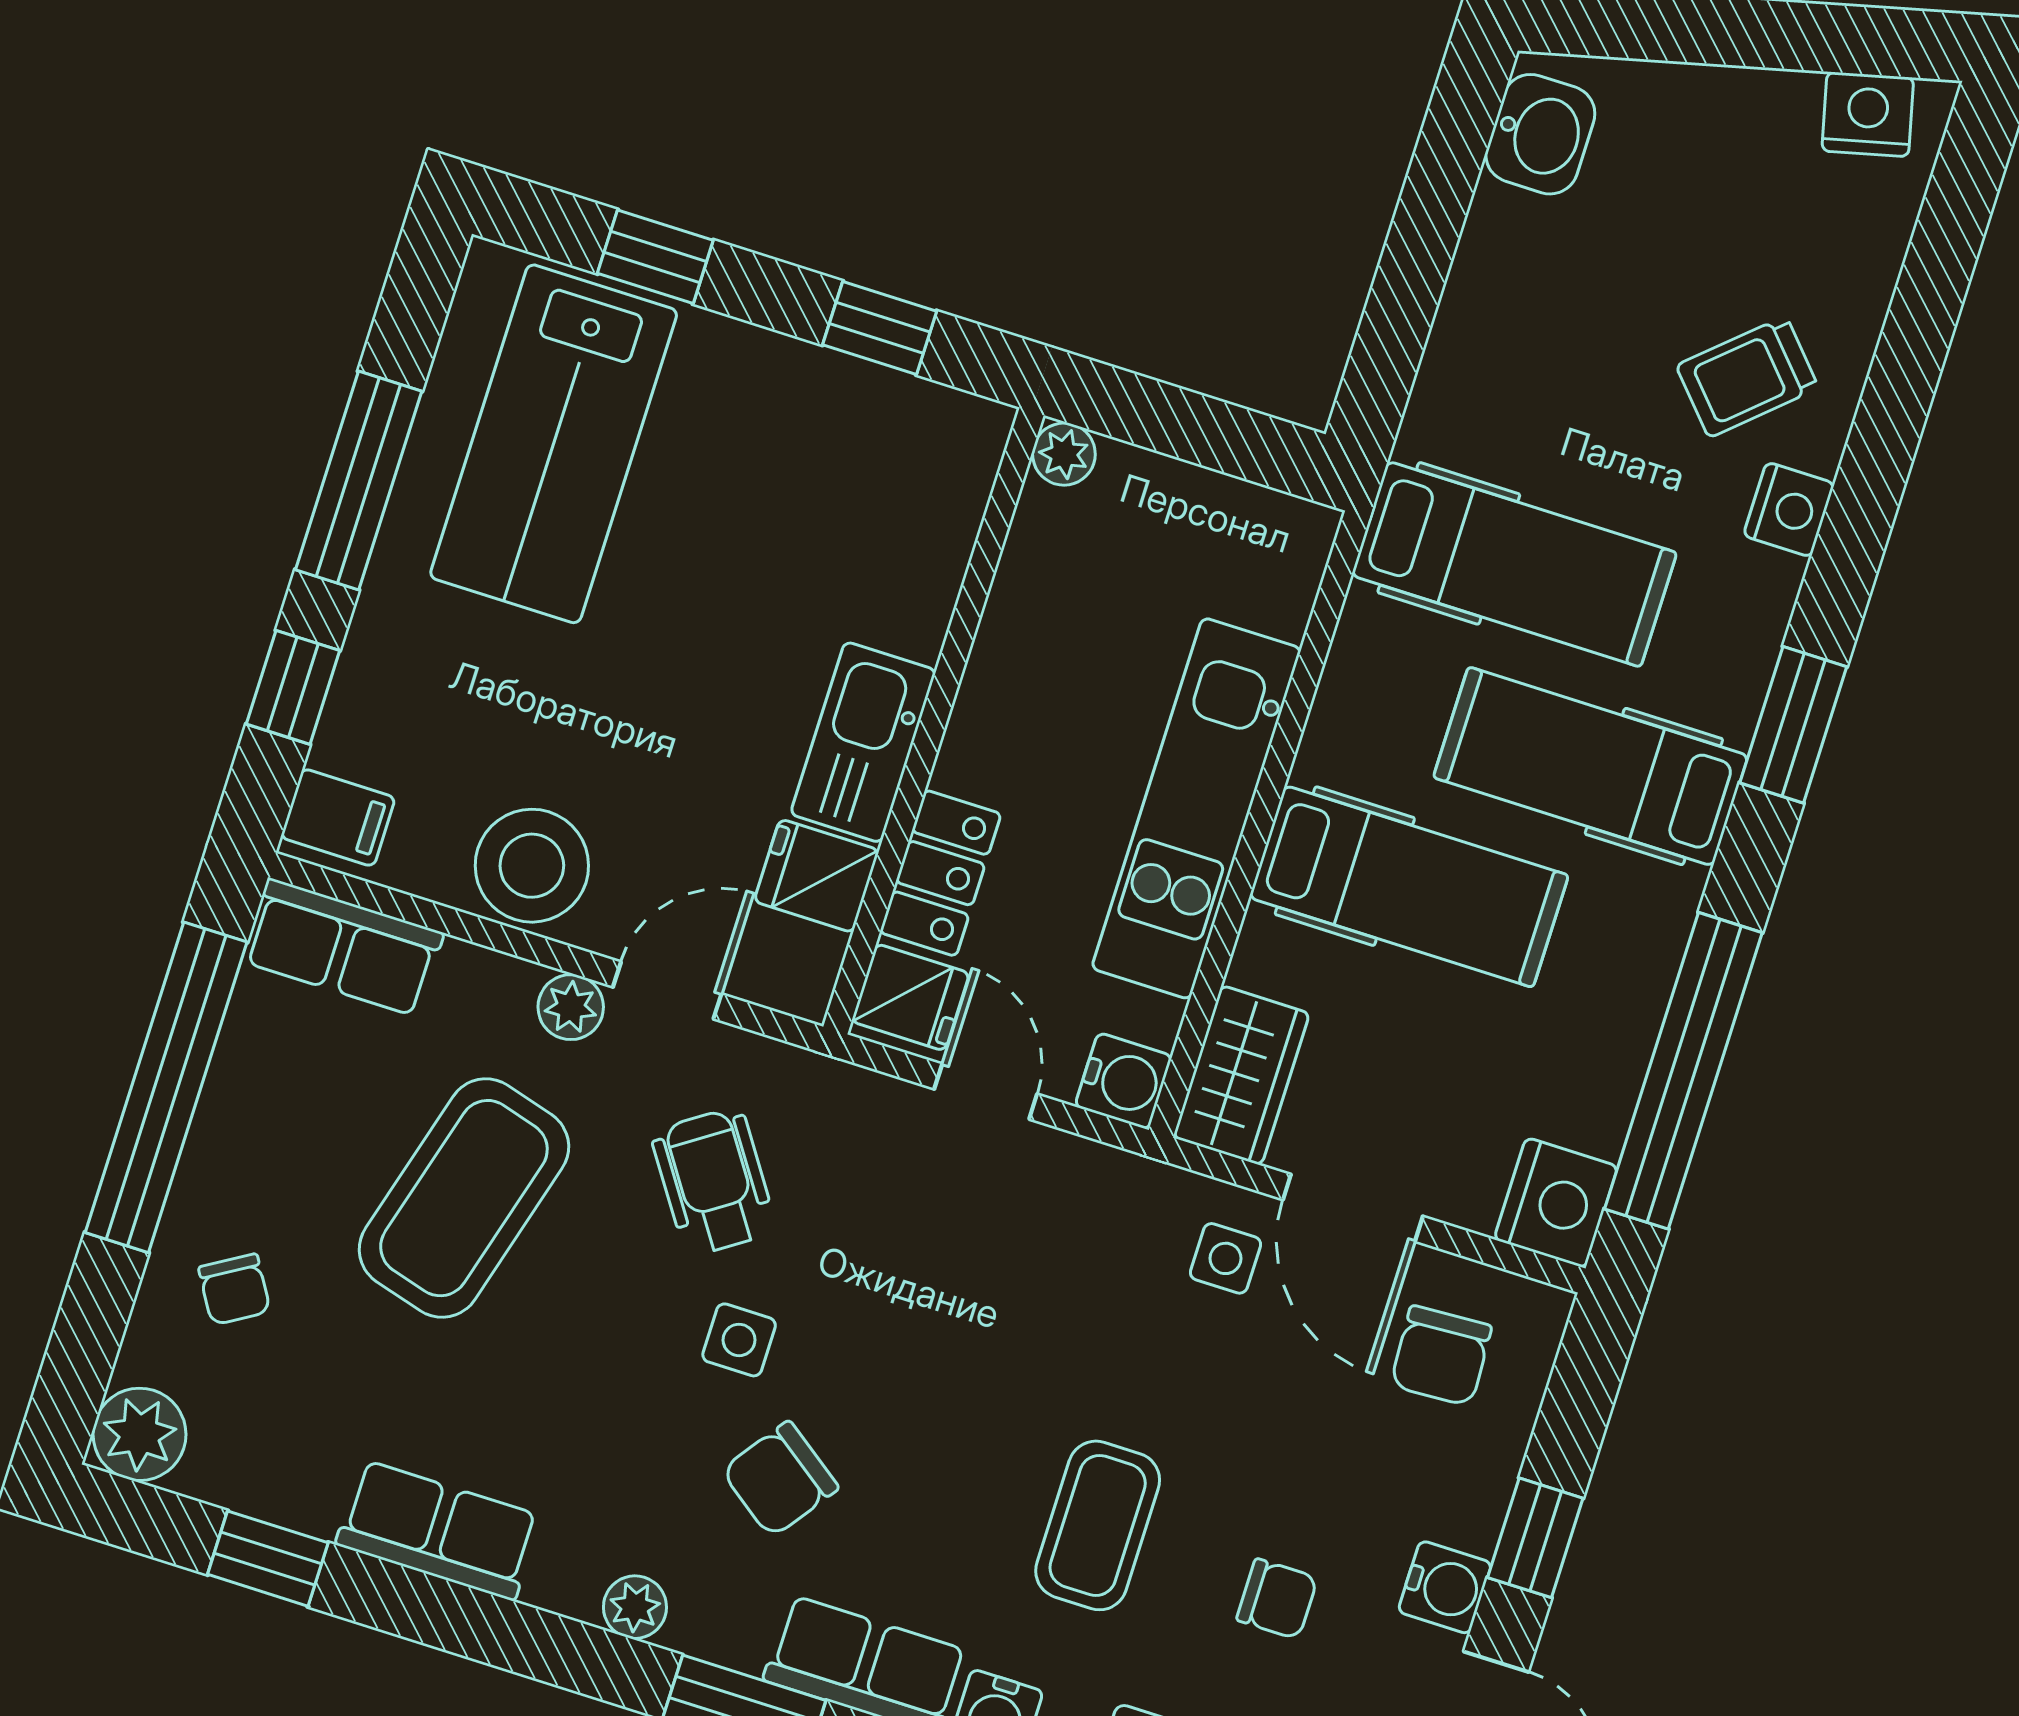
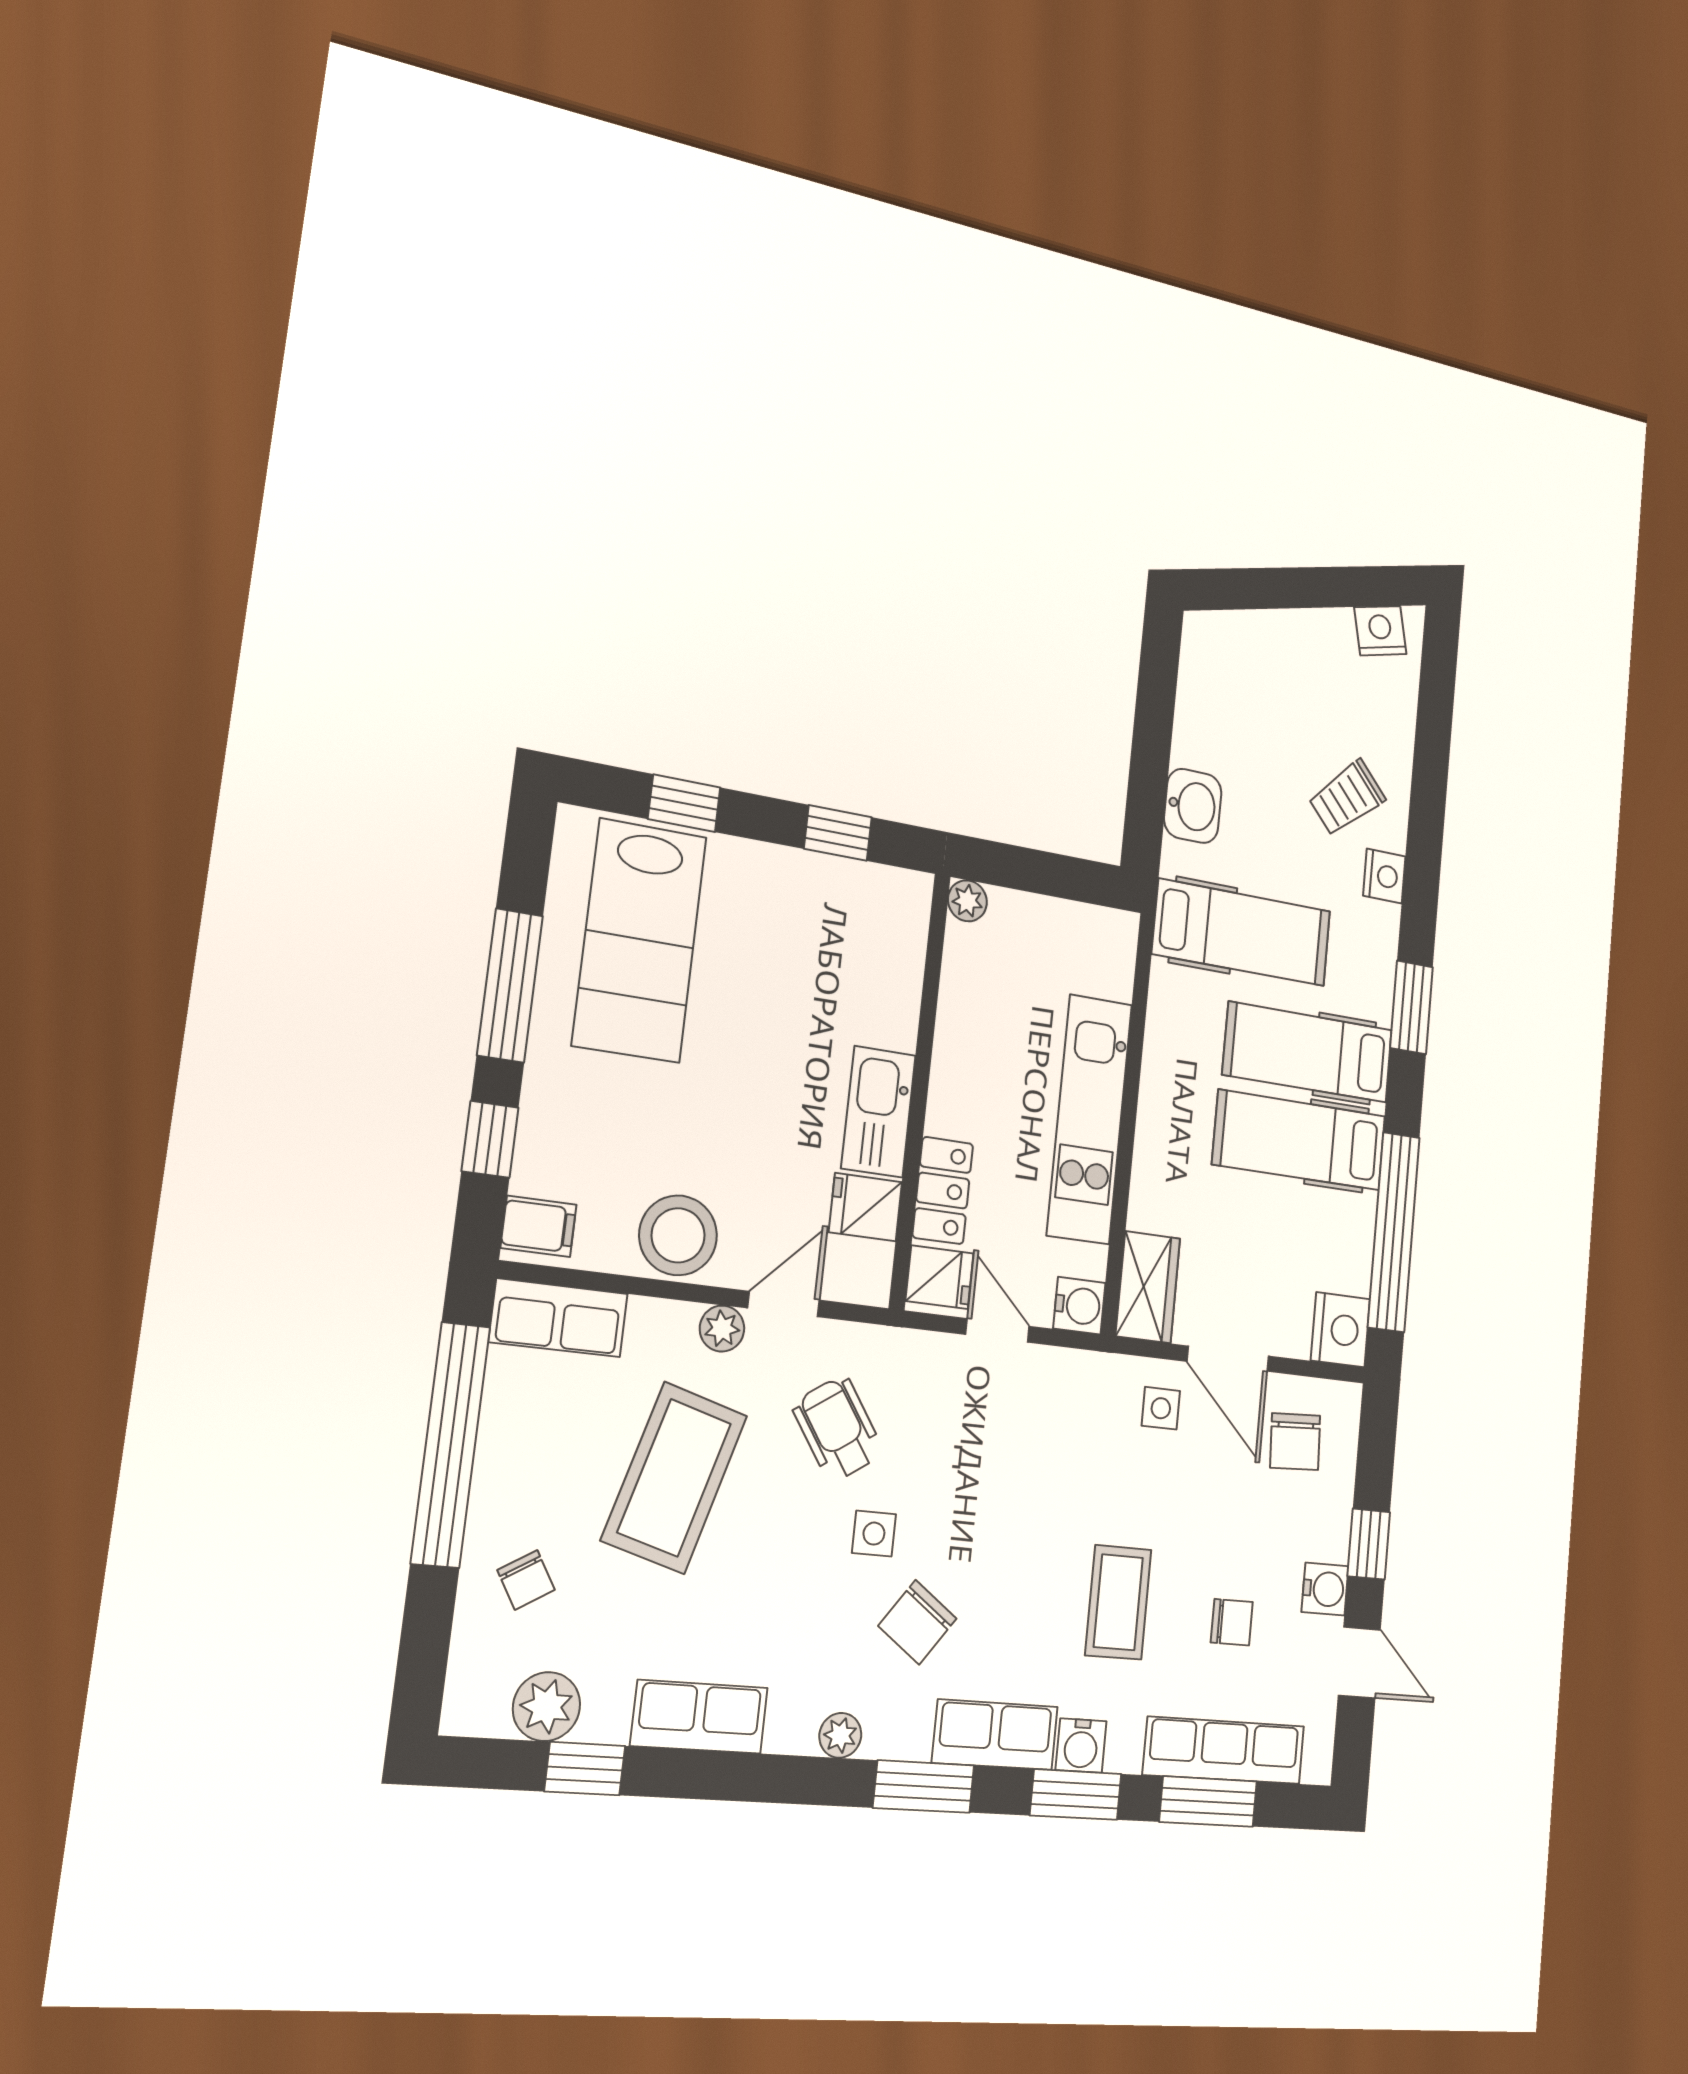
washbasin: (1540, 134) -> (1193, 806), moved
hospital bed: (1409, 886) -> (1299, 1140), moved, turned 180
plant: (140, 1434) -> (547, 1707), moved

